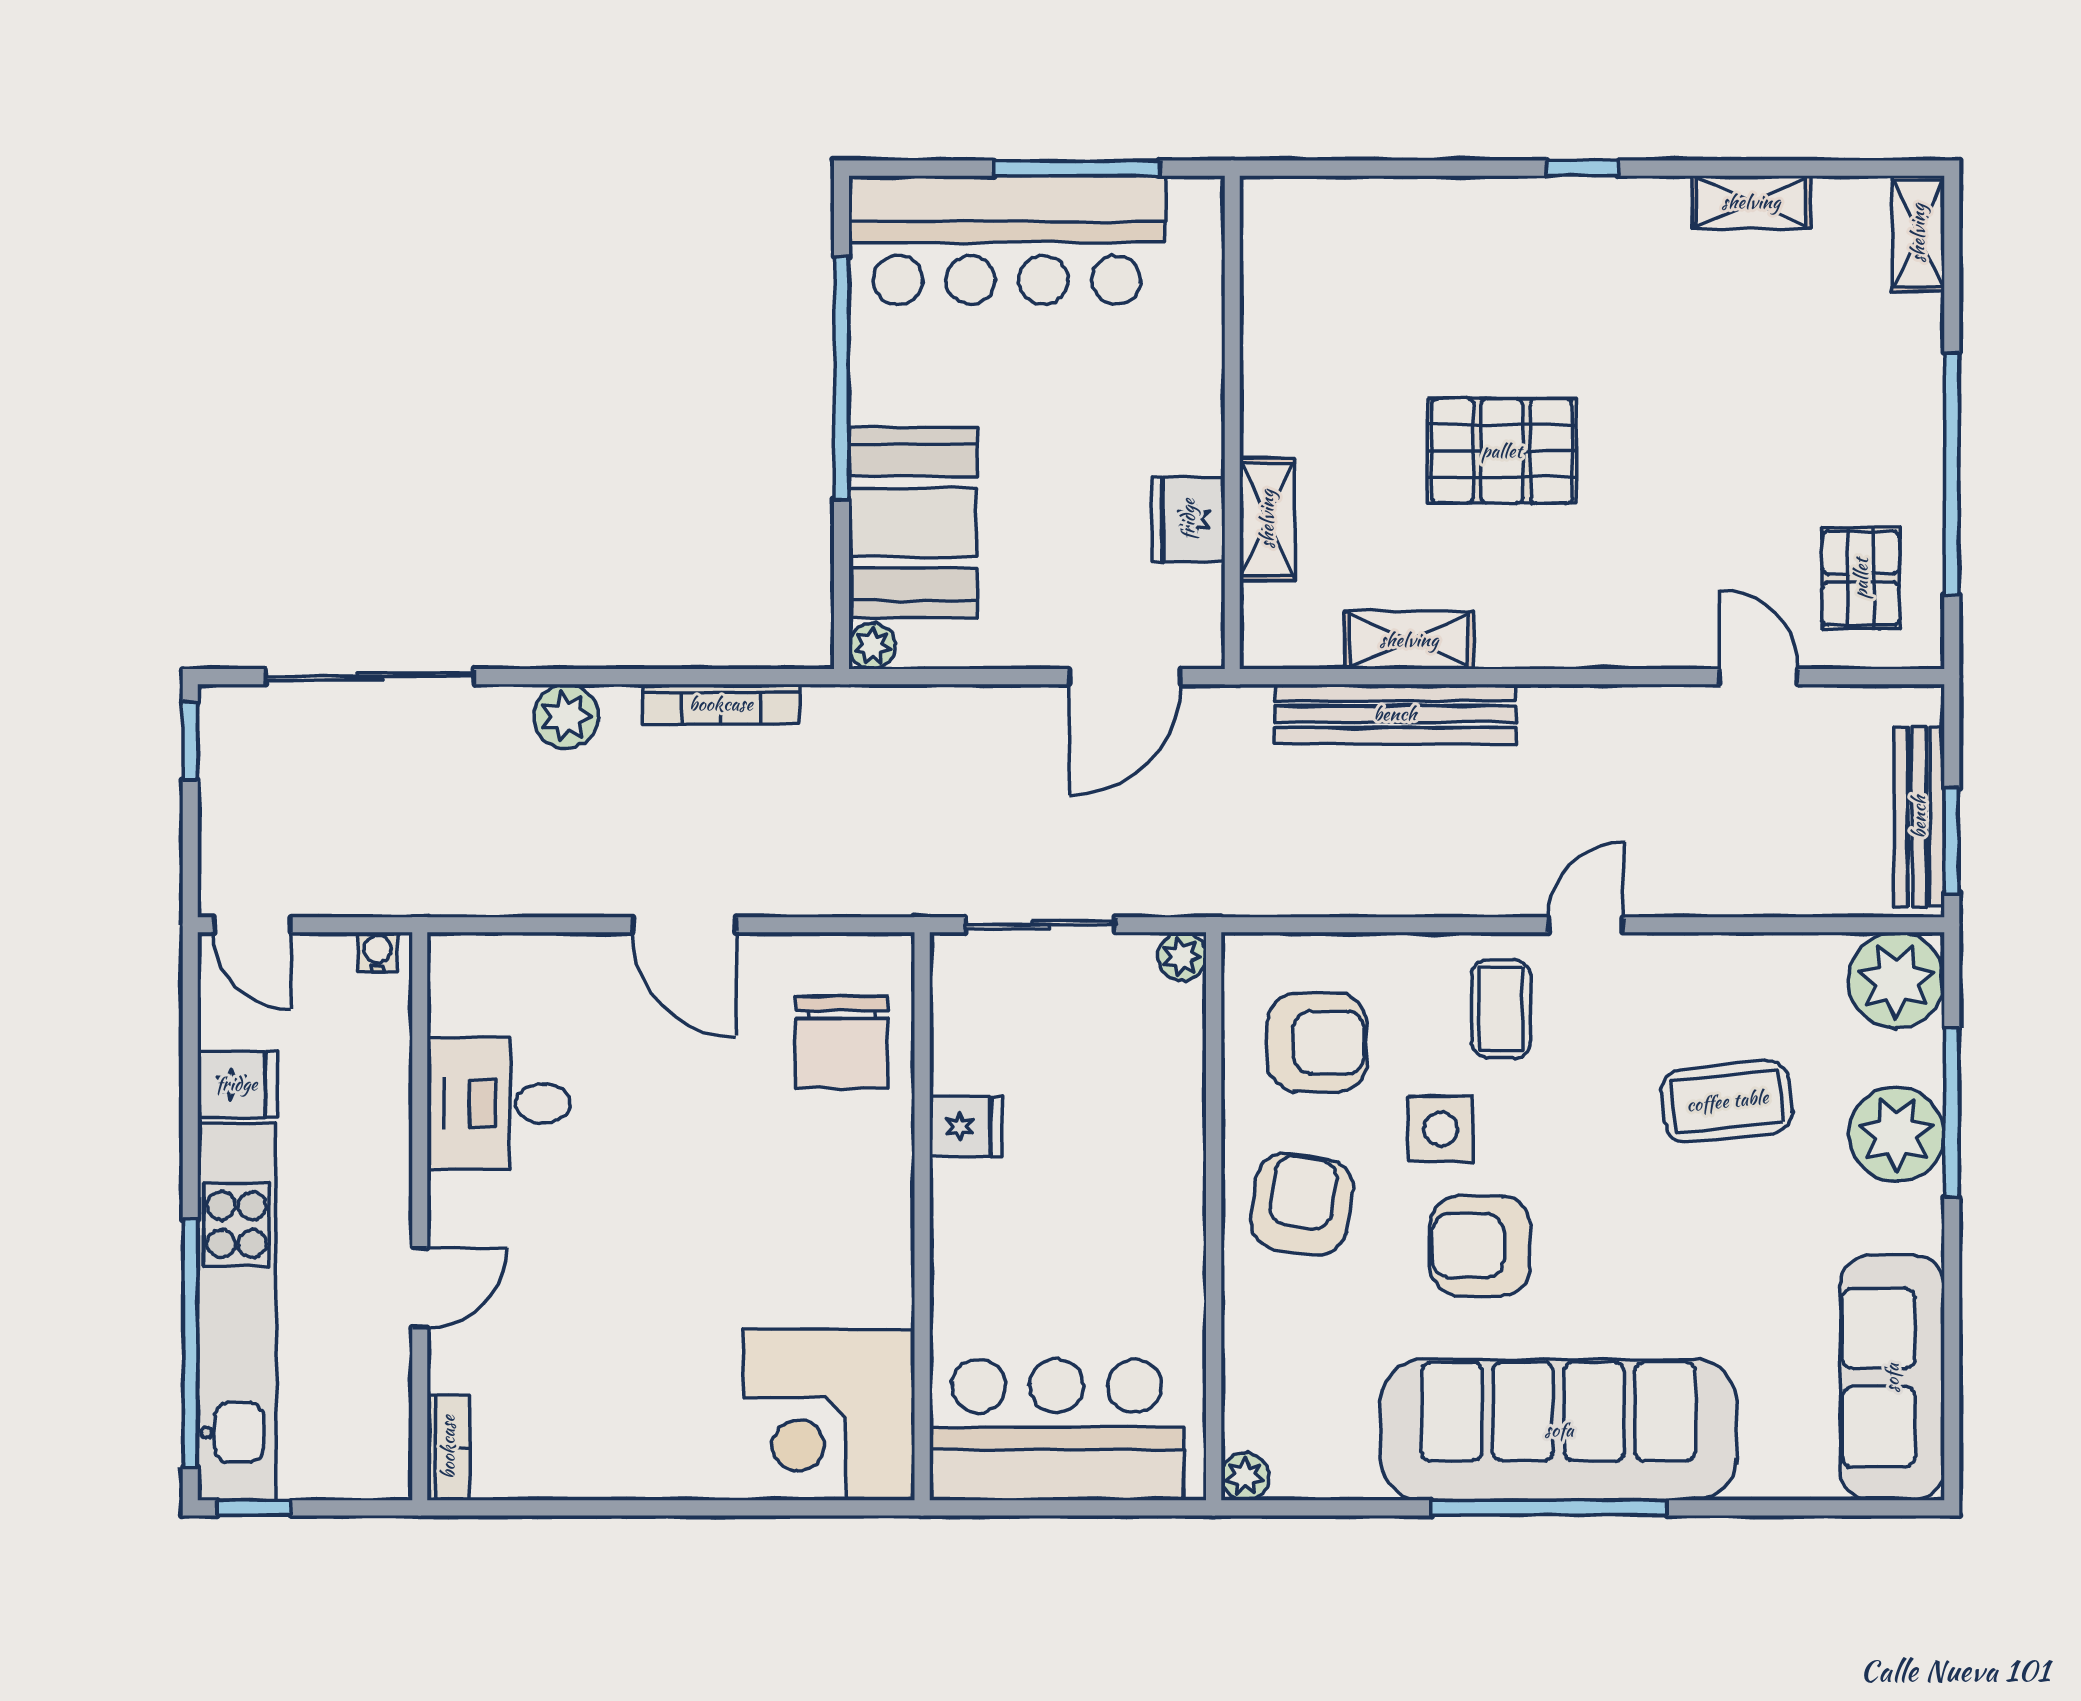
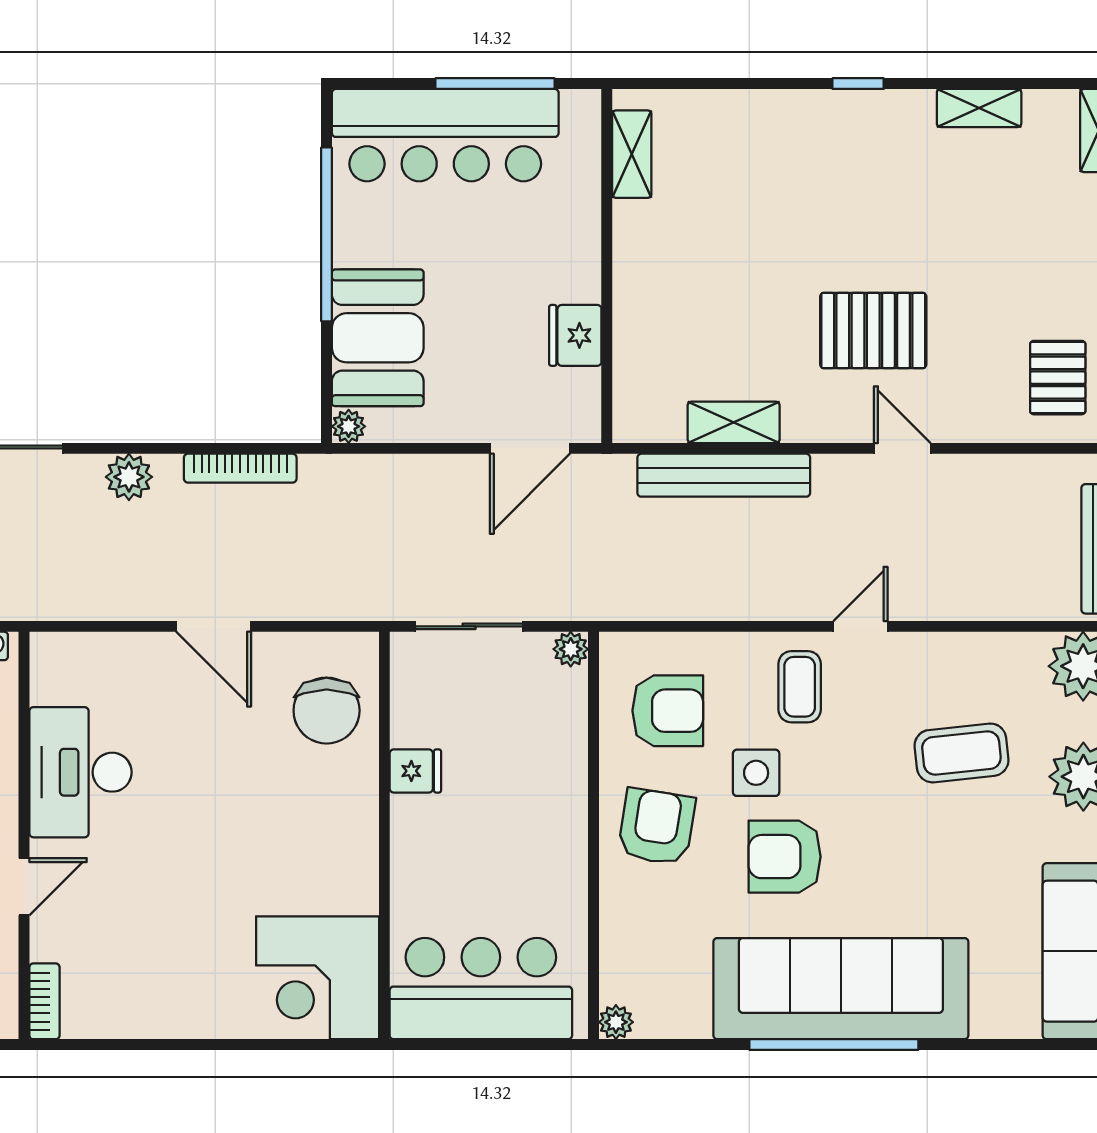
pallet: (1502, 451) -> (873, 331), moved
shelving: (1267, 519) -> (632, 154), moved
door: (1759, 677) -> (902, 448), moved
desk: (498, 1103) -> (80, 772), width x1.37

